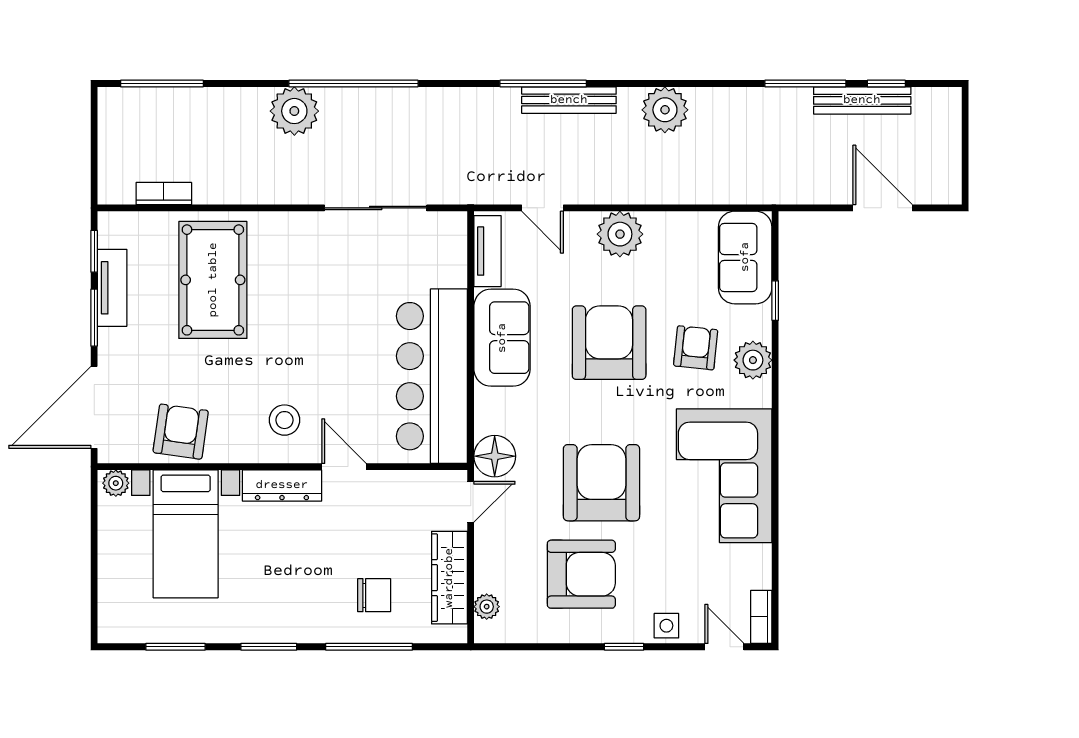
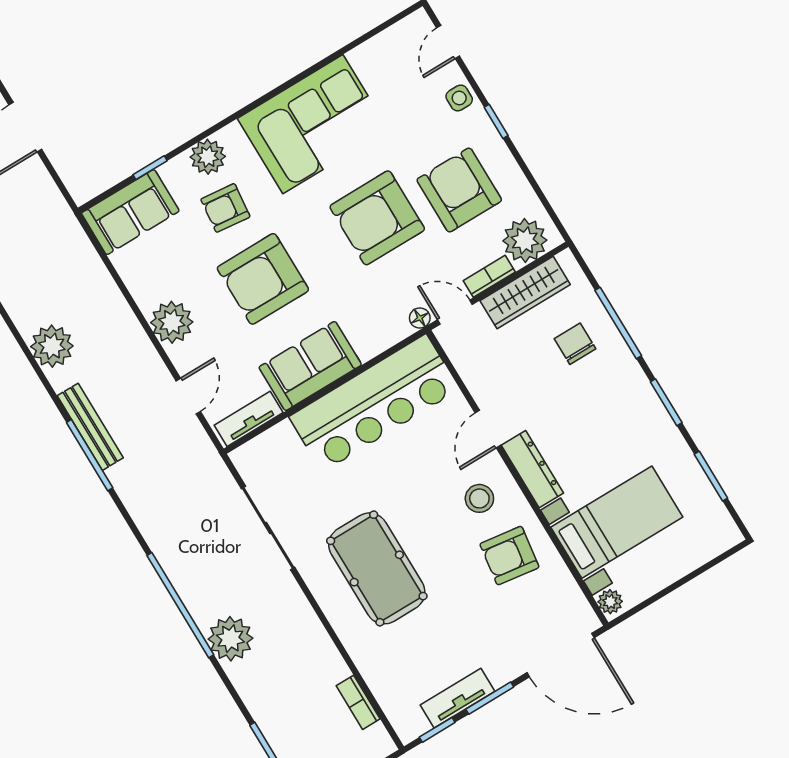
pool table: (213, 280) -> (377, 568), moved, turned 90
armchair: (181, 432) -> (509, 556), moved
floor lamp: (495, 456) -> (420, 318), width x0.53, depth x0.53
plant: (487, 607) -> (525, 240), width x1.88, depth x1.88
bookcase: (761, 617) -> (489, 276), moved, turned 180

